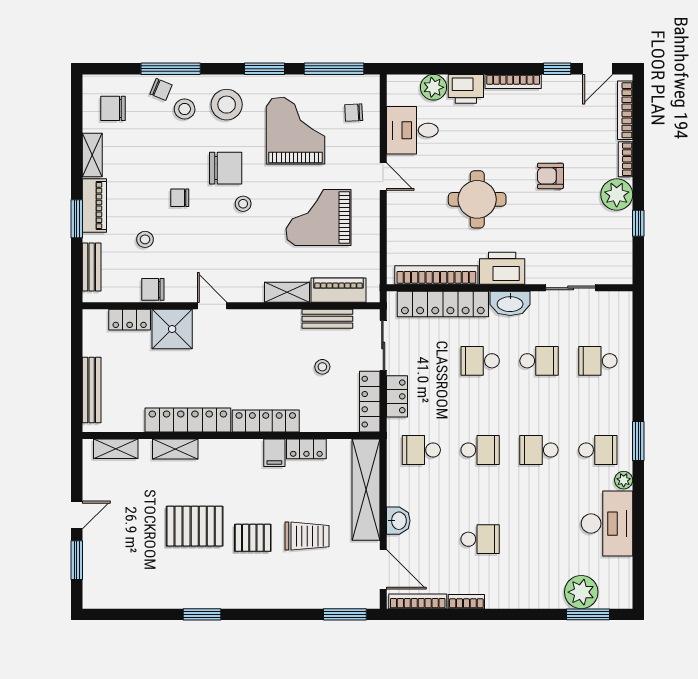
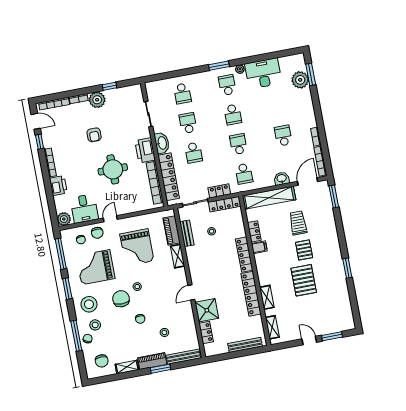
plant: (433, 87) -> (64, 219), moved
bench: (92, 267) -> (183, 357), width x1.36
chair: (153, 289) -> (97, 233), moved

